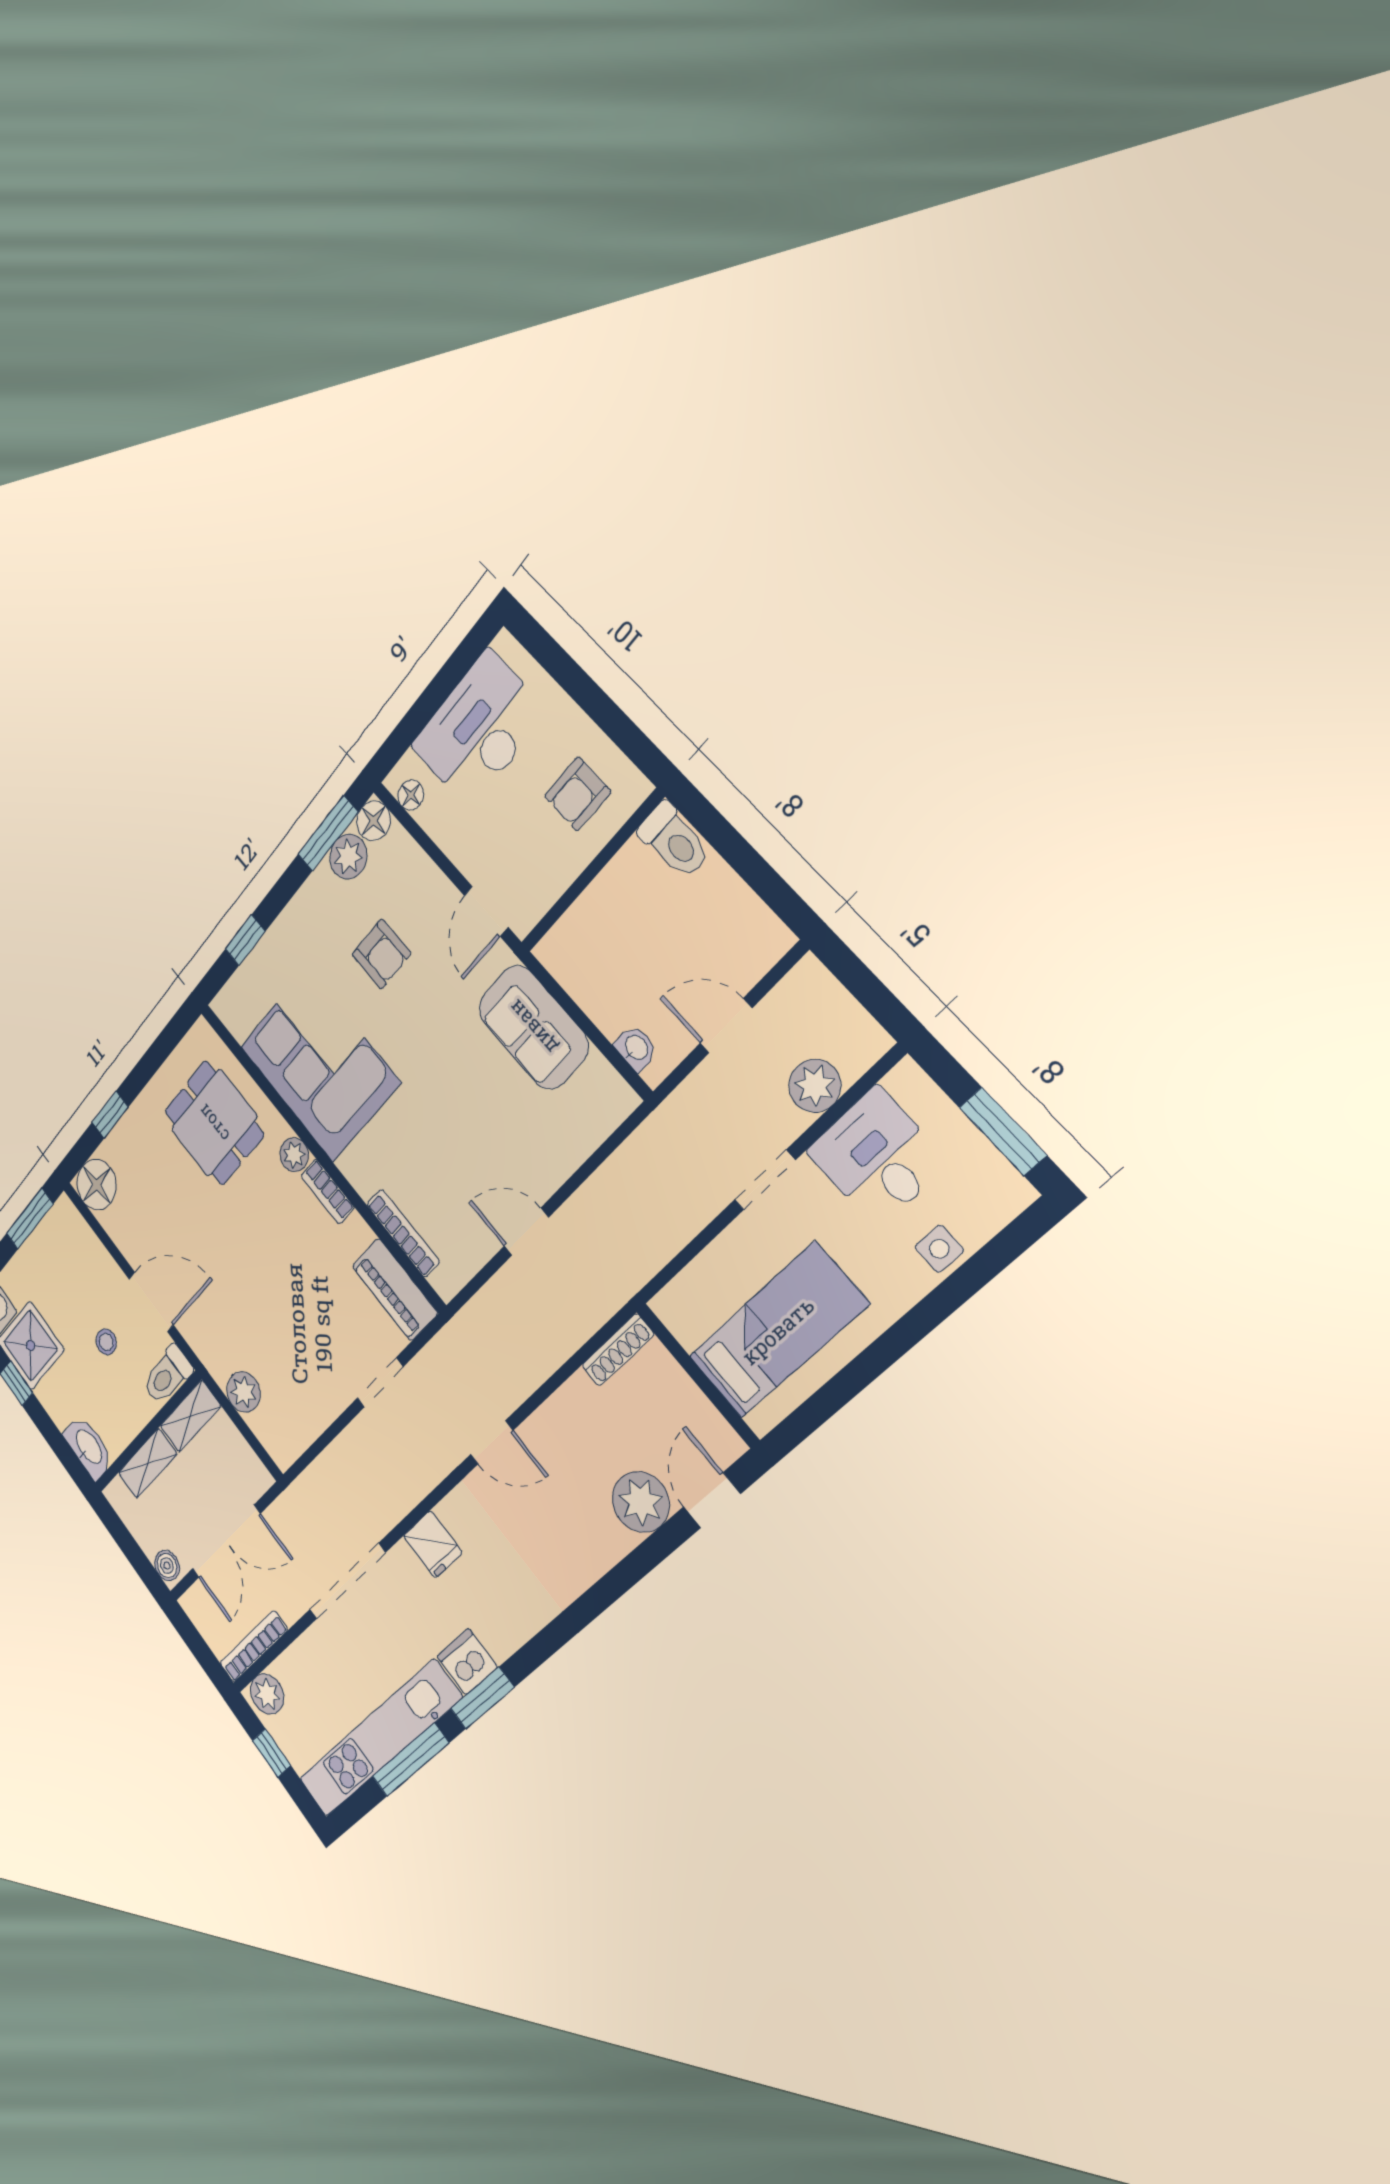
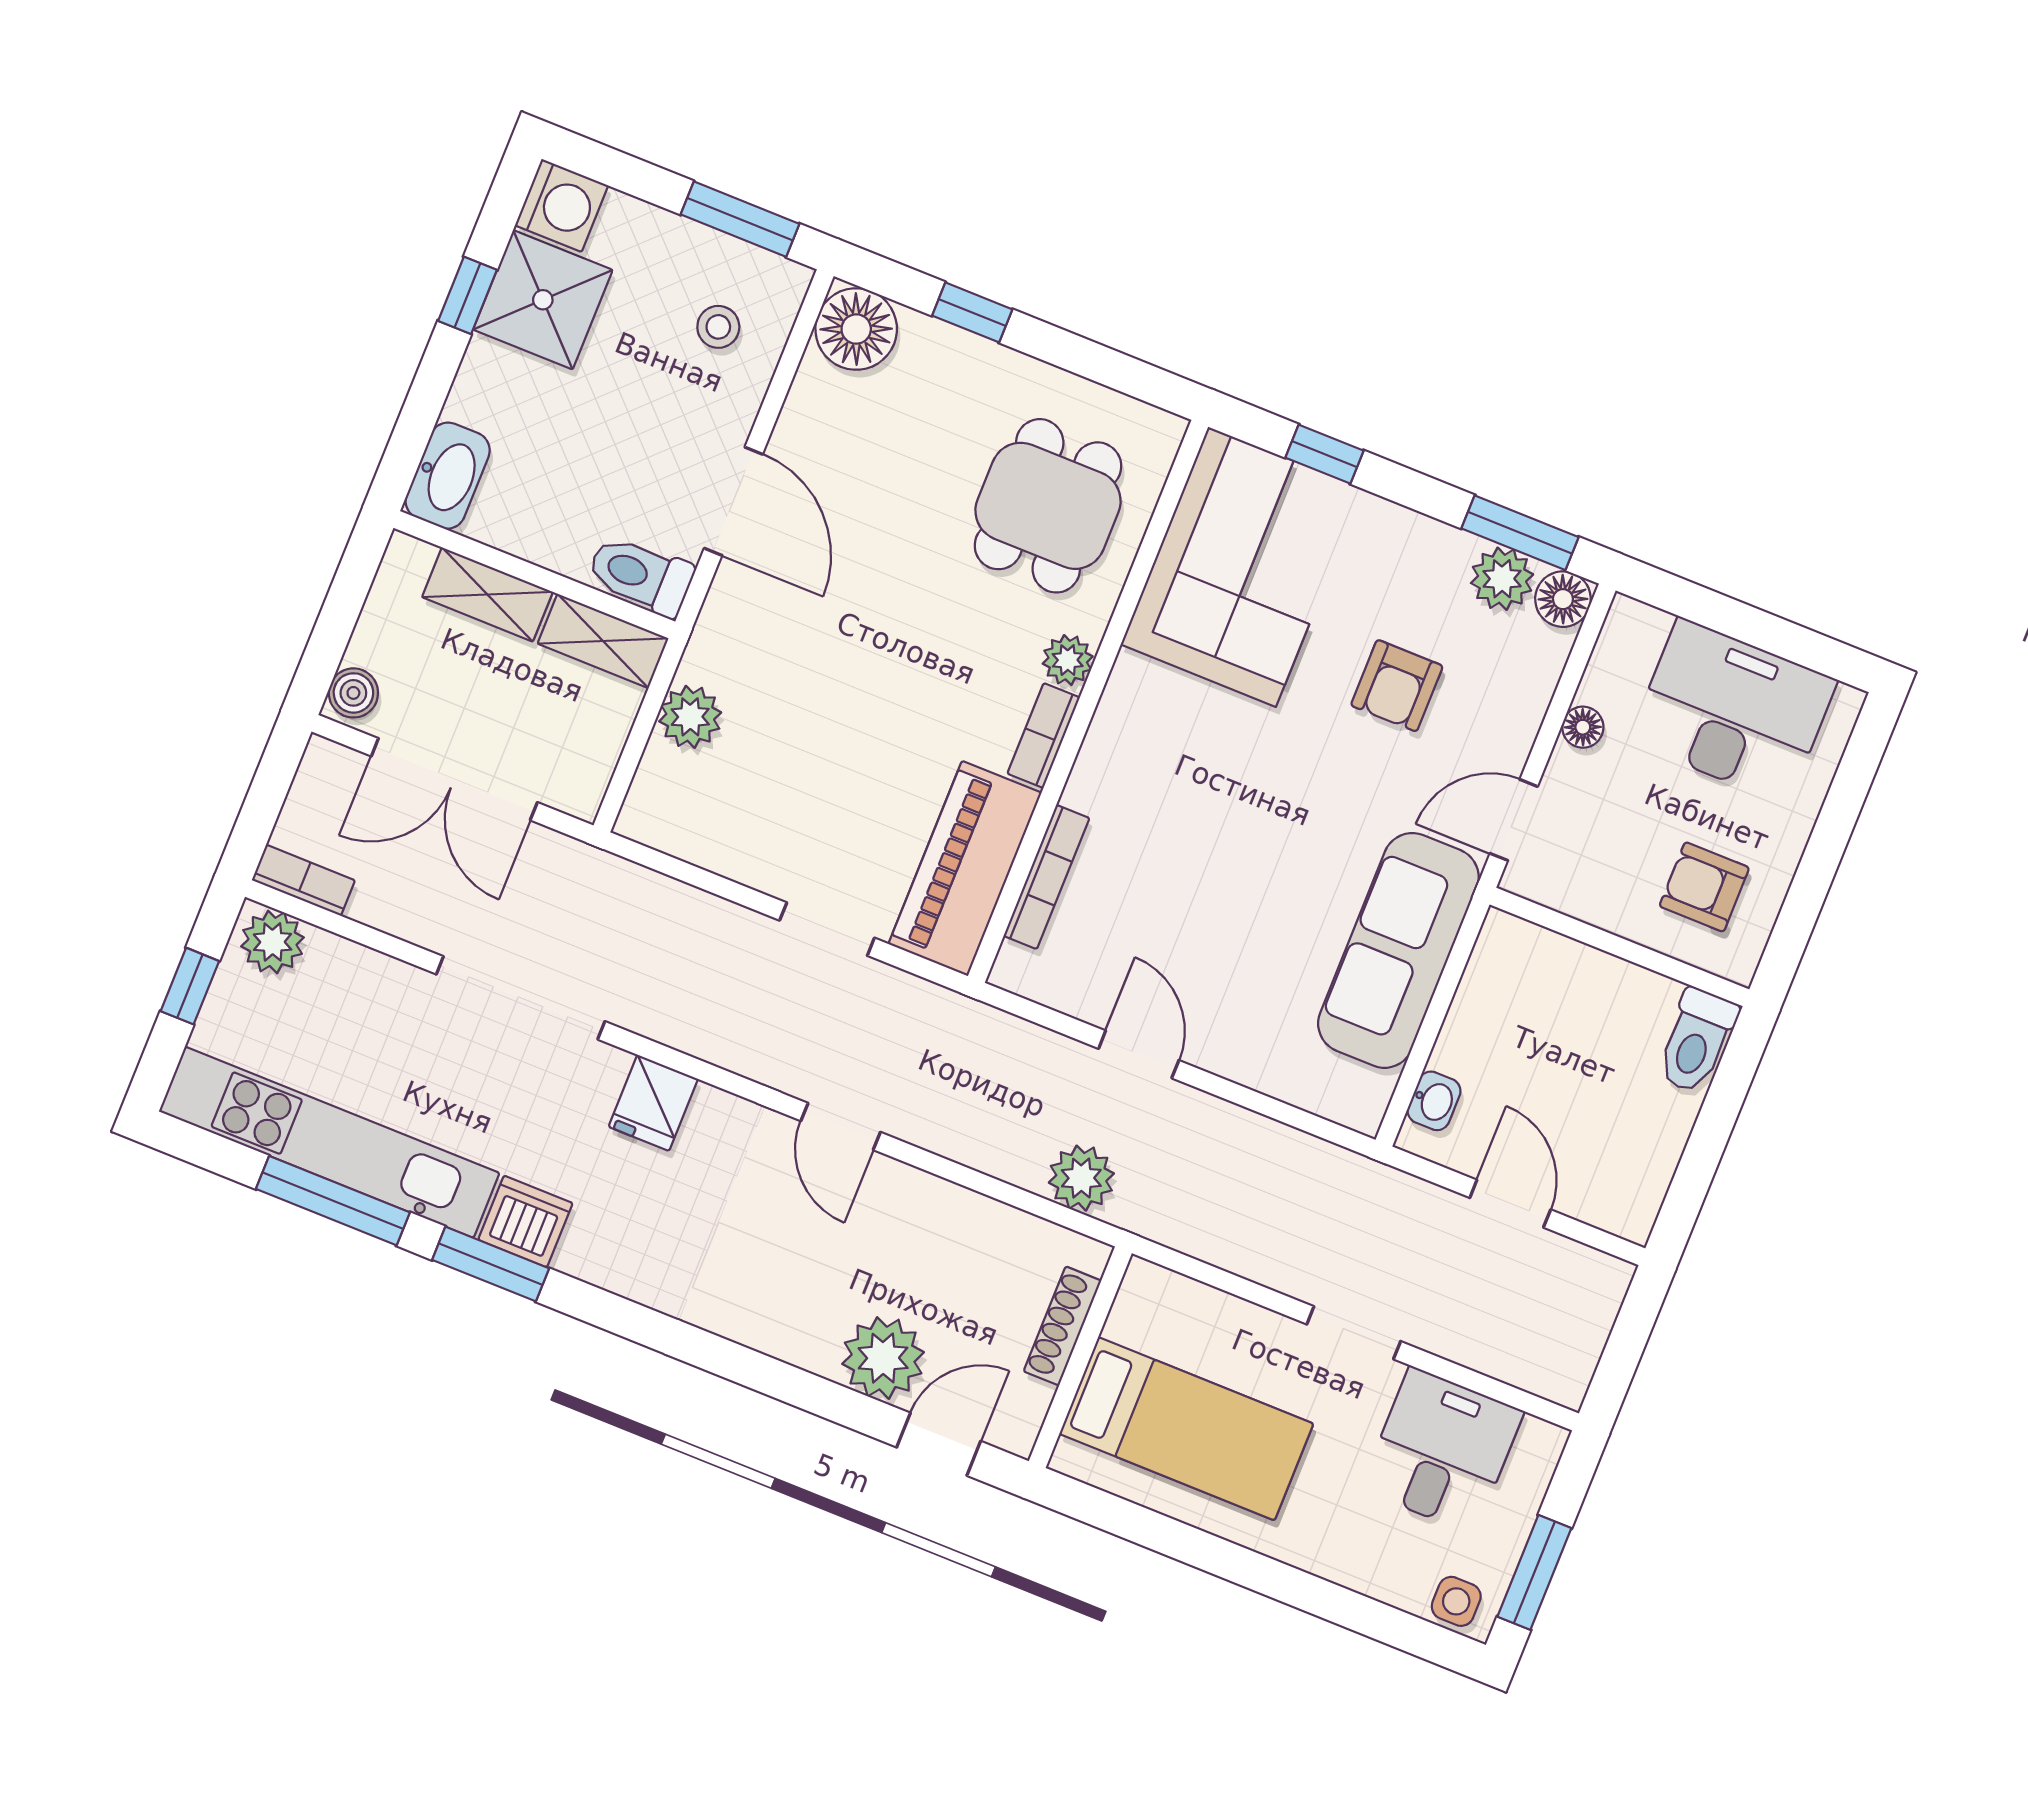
floor lamp: (411, 795) -> (1583, 727), moved
sofa: (533, 1027) -> (1398, 950), width x1.36
corner sofa: (319, 1064) -> (1242, 567), moved
plant: (815, 1086) -> (1081, 1178), moved
side table: (939, 1249) -> (1456, 1601), moved
piano: (395, 1289) -> (965, 868), width x1.37, depth x1.33
stool: (106, 1342) -> (718, 327), moved
shoe rack: (618, 1350) -> (1062, 1326), moved, turned 90
bookcase: (254, 1646) -> (303, 880), width x0.64

